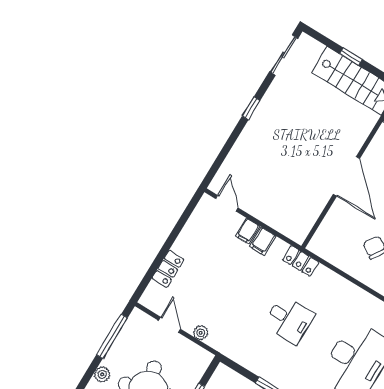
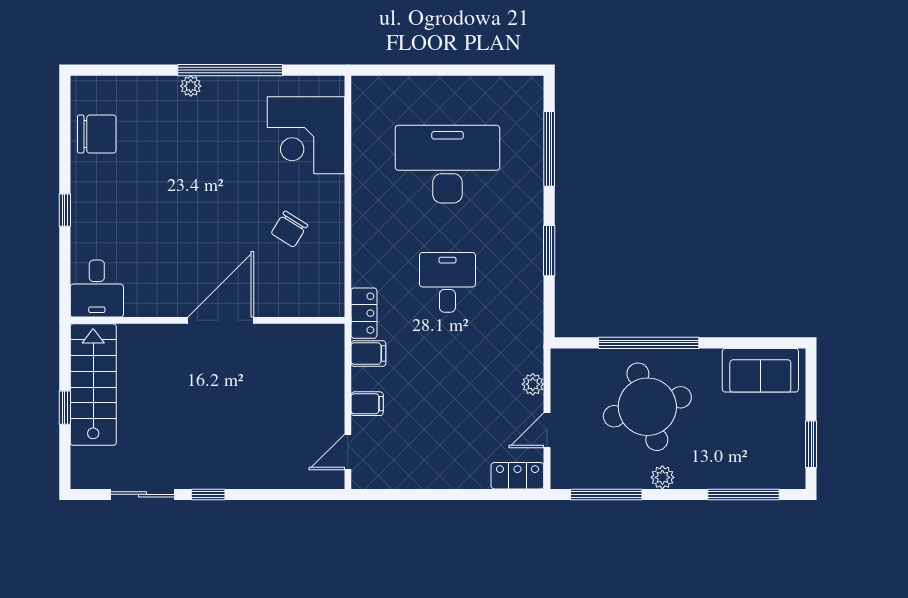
sliding door: (284, 55) -> (142, 494), moved
filing cabinet: (263, 241) -> (368, 354), moved
locker: (168, 269) -> (517, 476), moved

